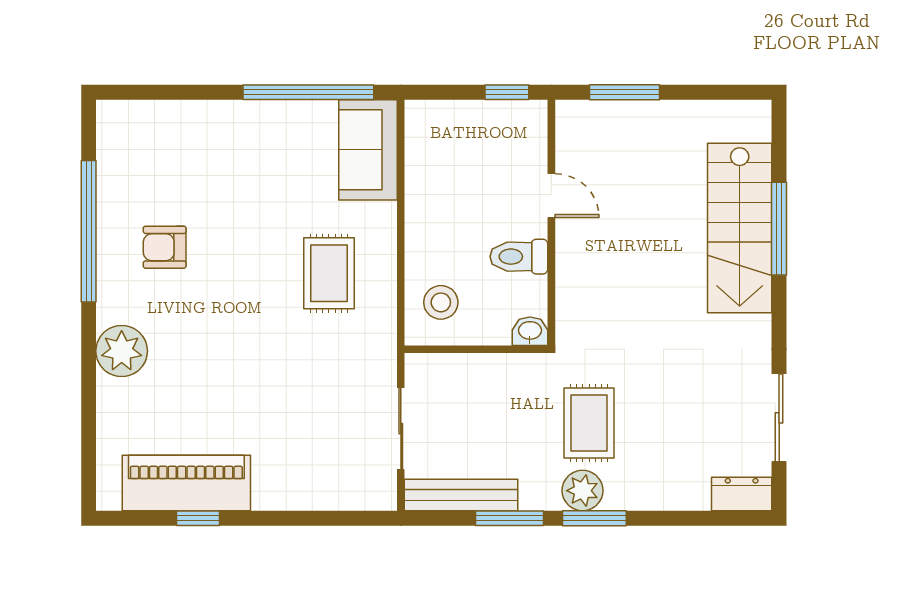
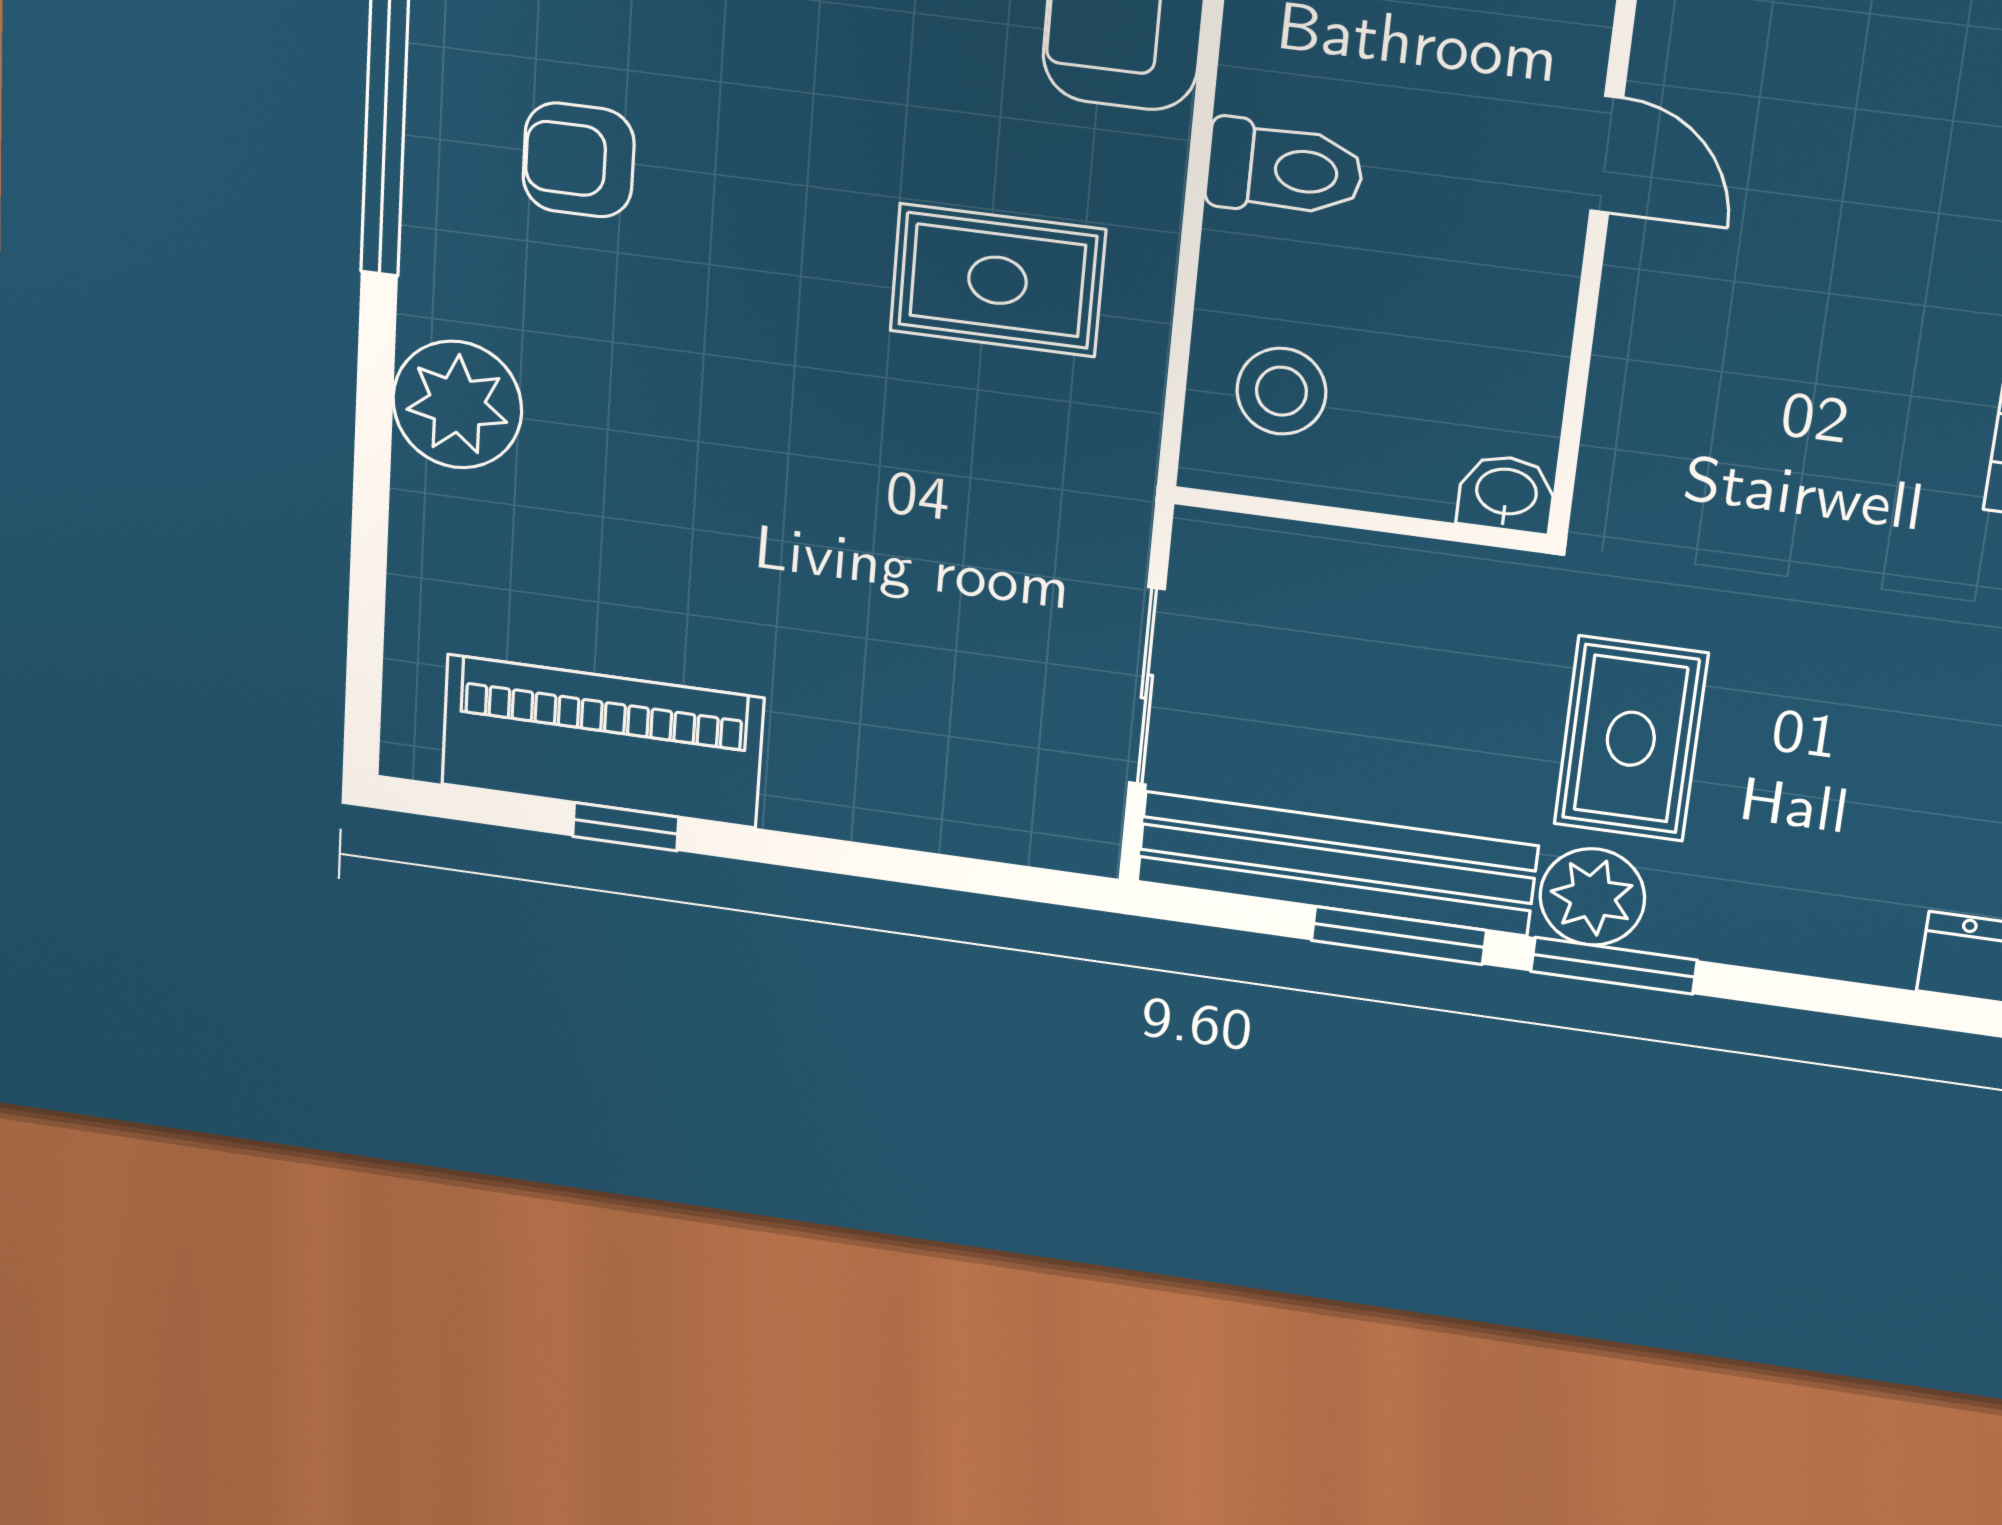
toilet: (519, 257) -> (1285, 169), moved, turned 180
rug: (329, 273) -> (997, 280), turned 90
bench: (461, 495) -> (1336, 864), width x1.37, depth x1.21

